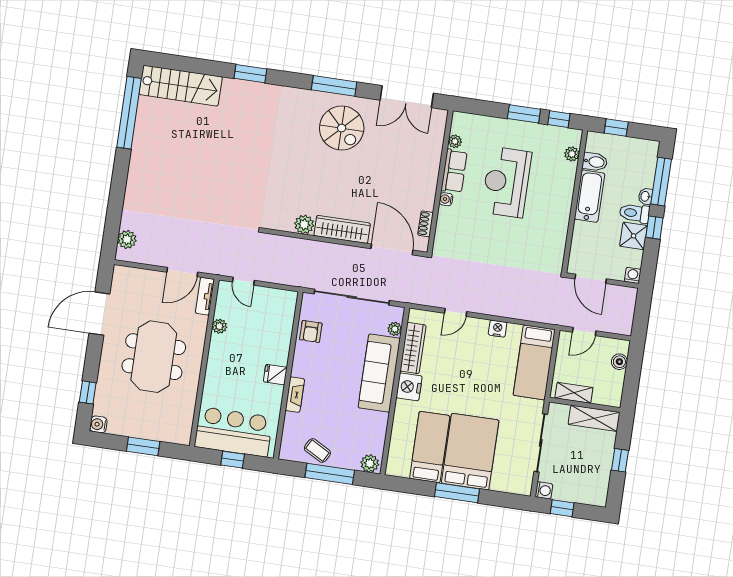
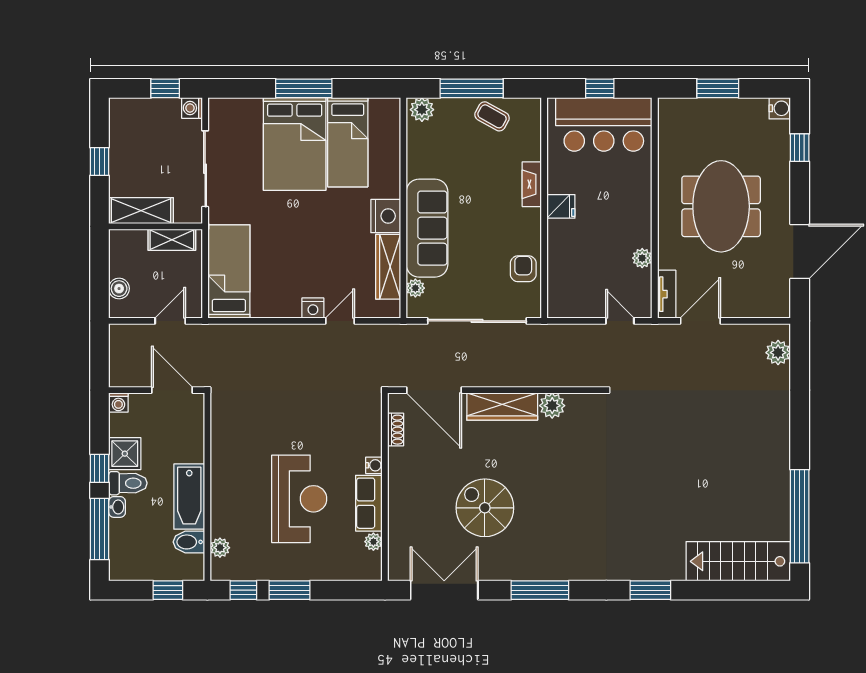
spiral stairs: (342, 128) -> (485, 508), moved
nightstand: (498, 329) -> (313, 308), moved

